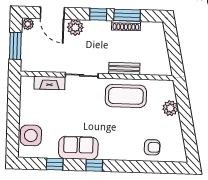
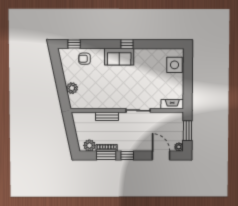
plant: (75, 27) -> (89, 145), moved
fireplace: (49, 83) -> (172, 104), moved
coffee table: (126, 96) -> (105, 96), removed
sofa: (78, 148) -> (119, 57), moved
window: (55, 164) -> (74, 44), moved

